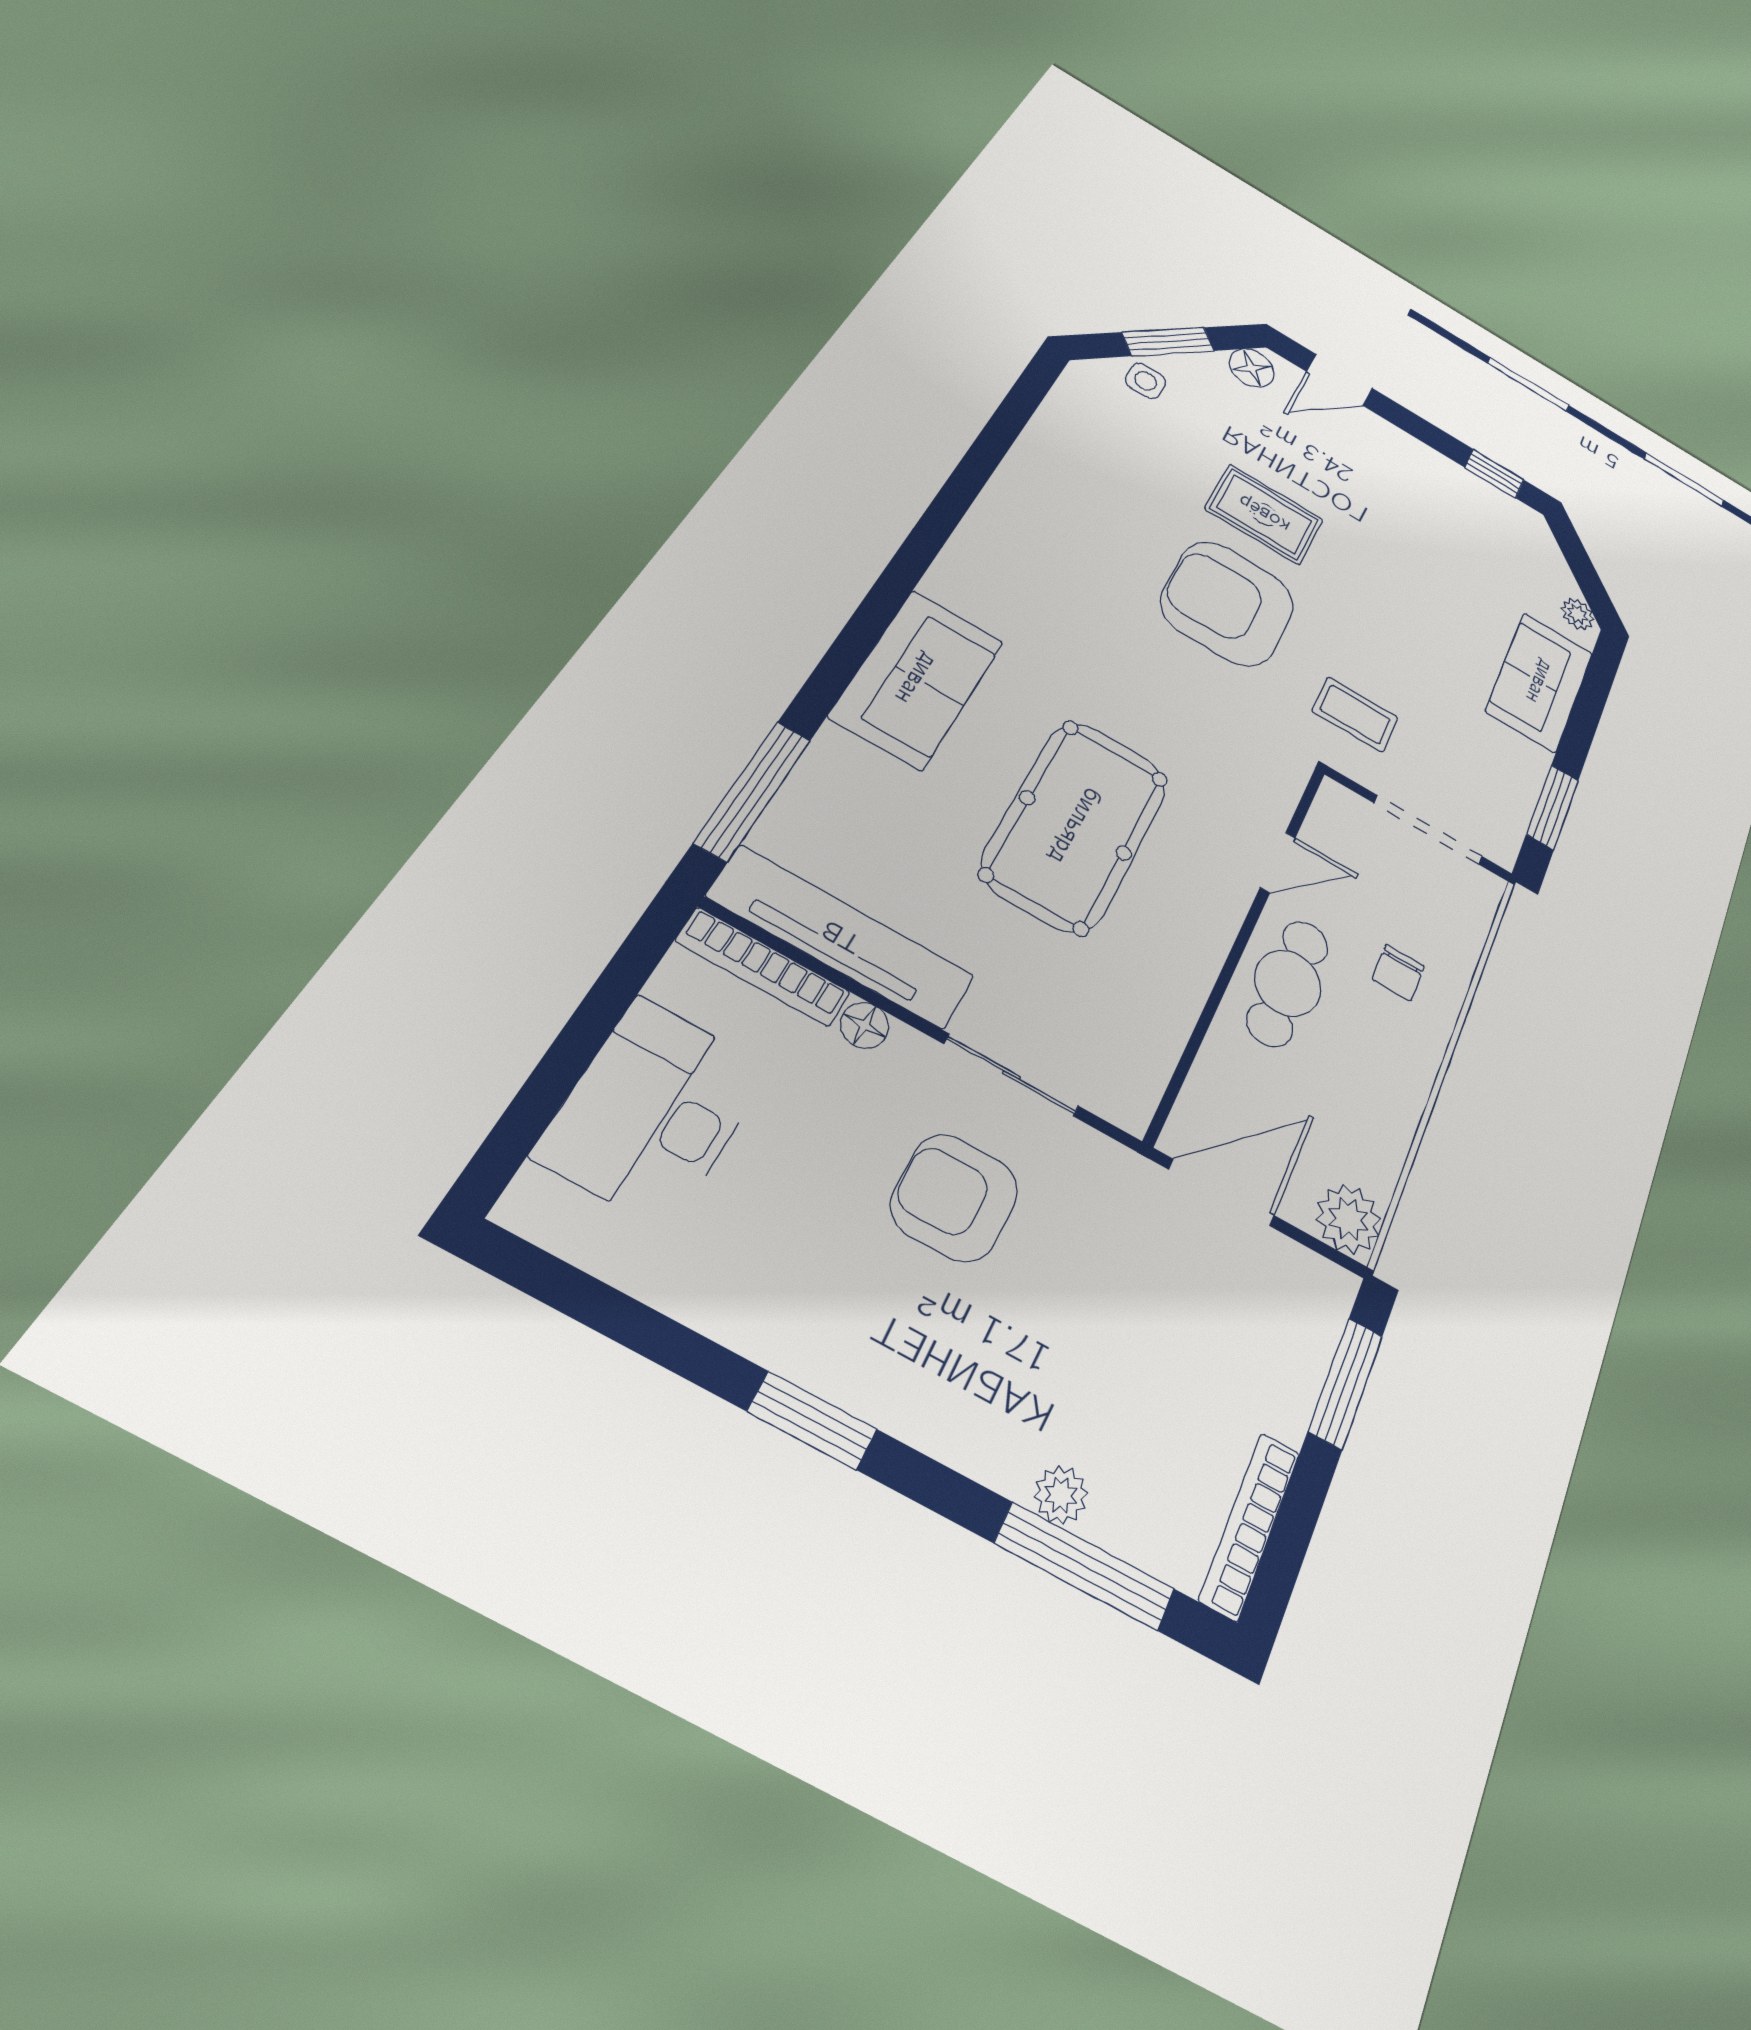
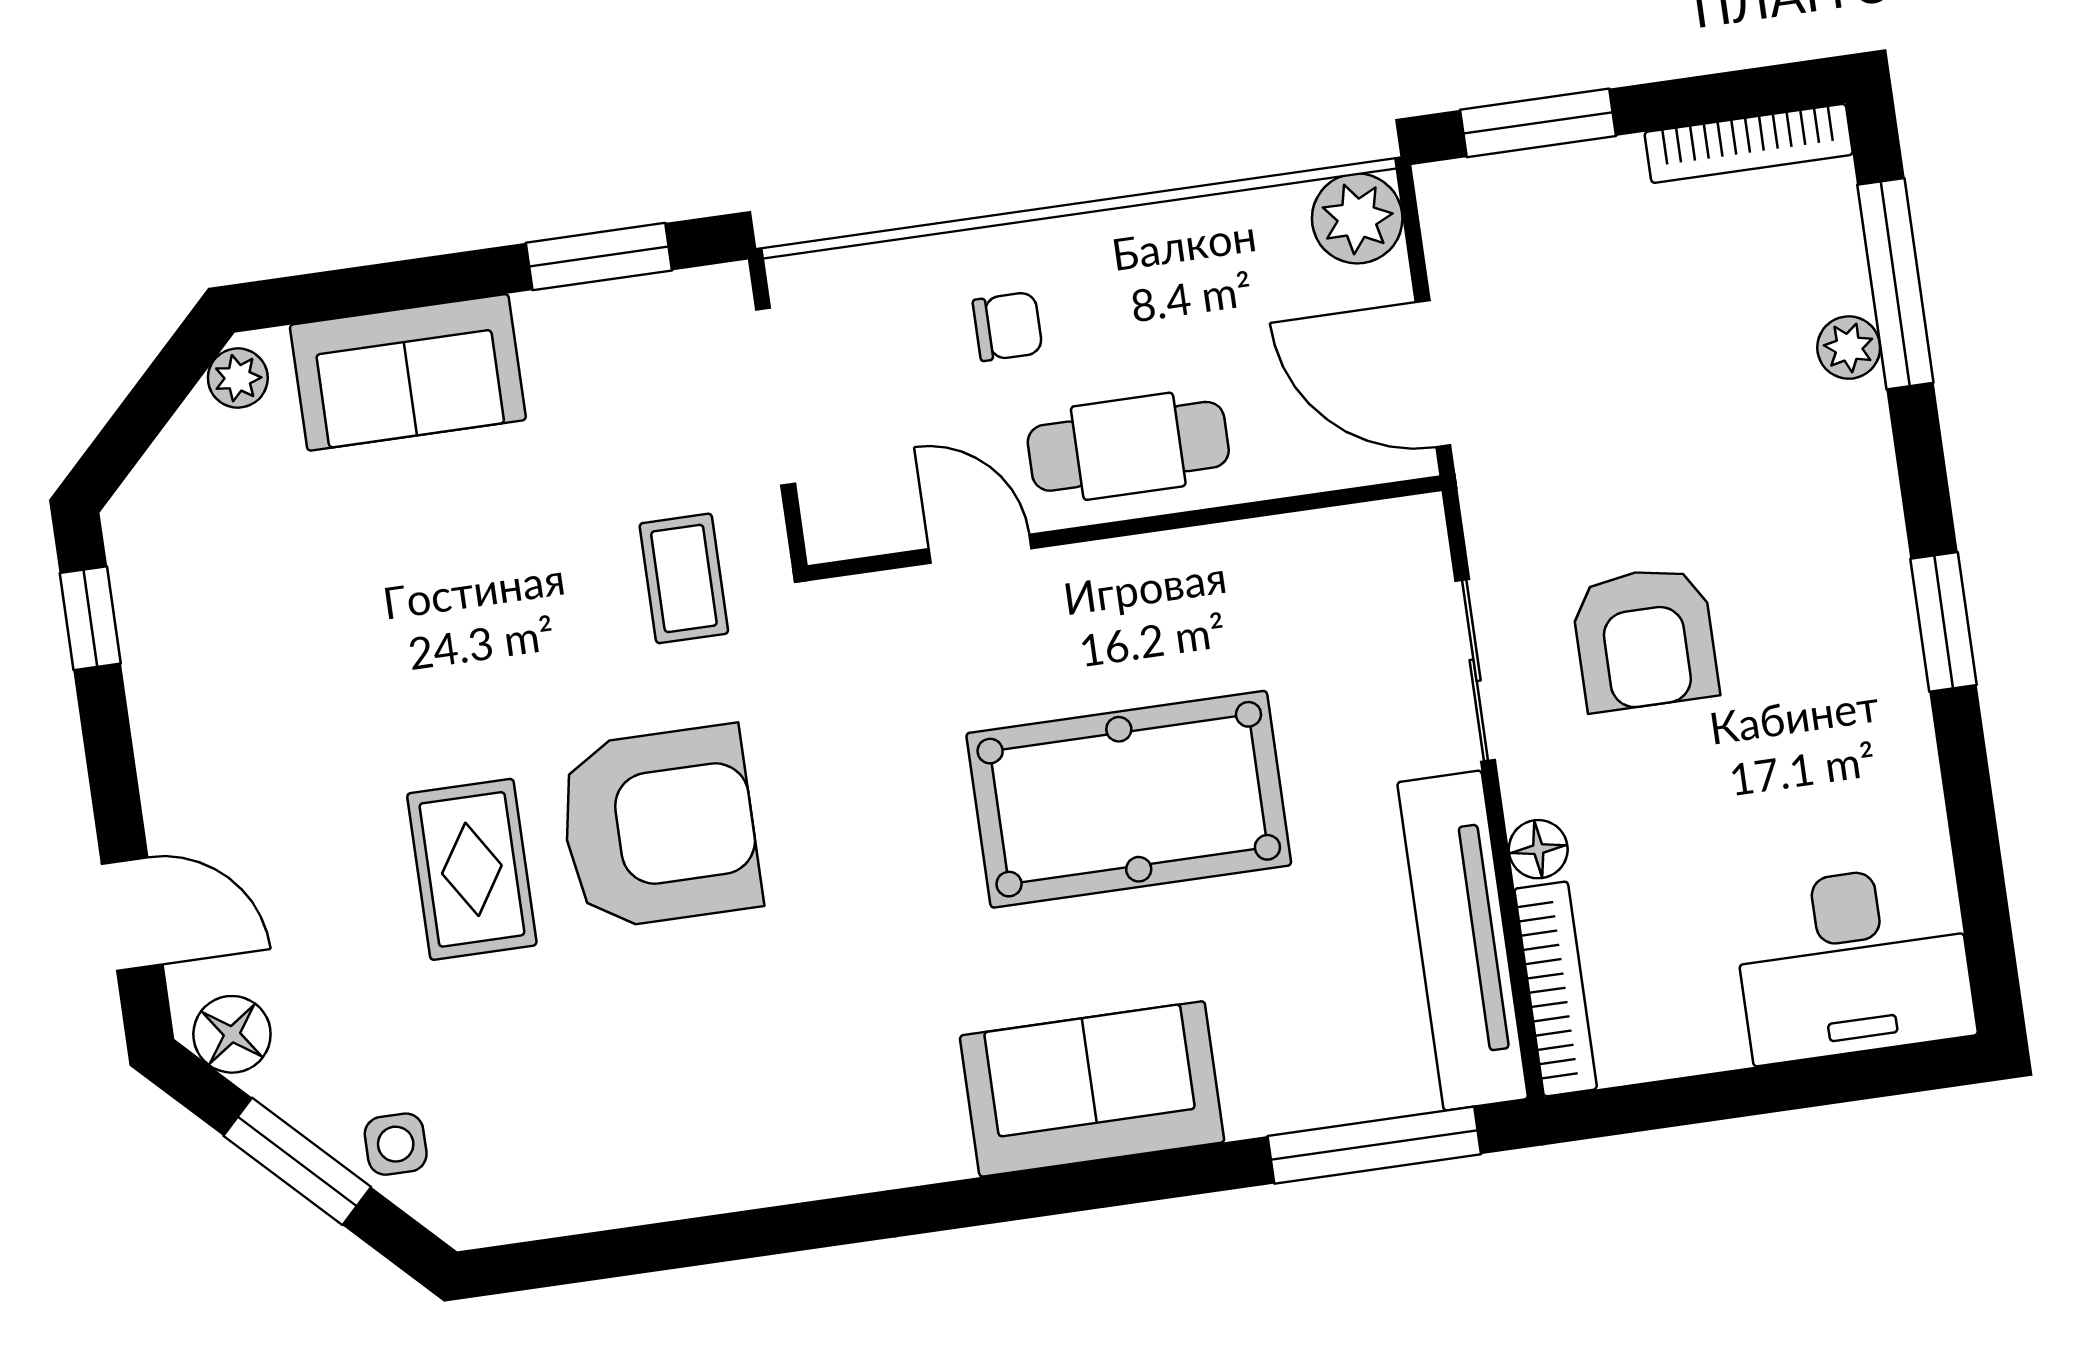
armchair: (1228, 603) -> (659, 827), turned -90
desk: (653, 1111) -> (1853, 963), moved

